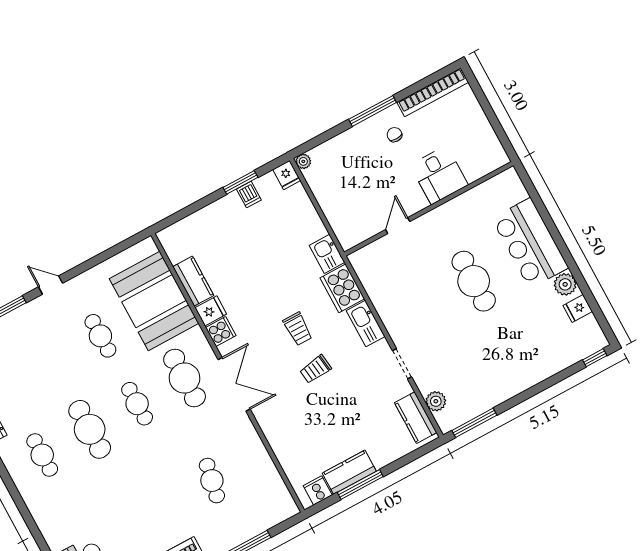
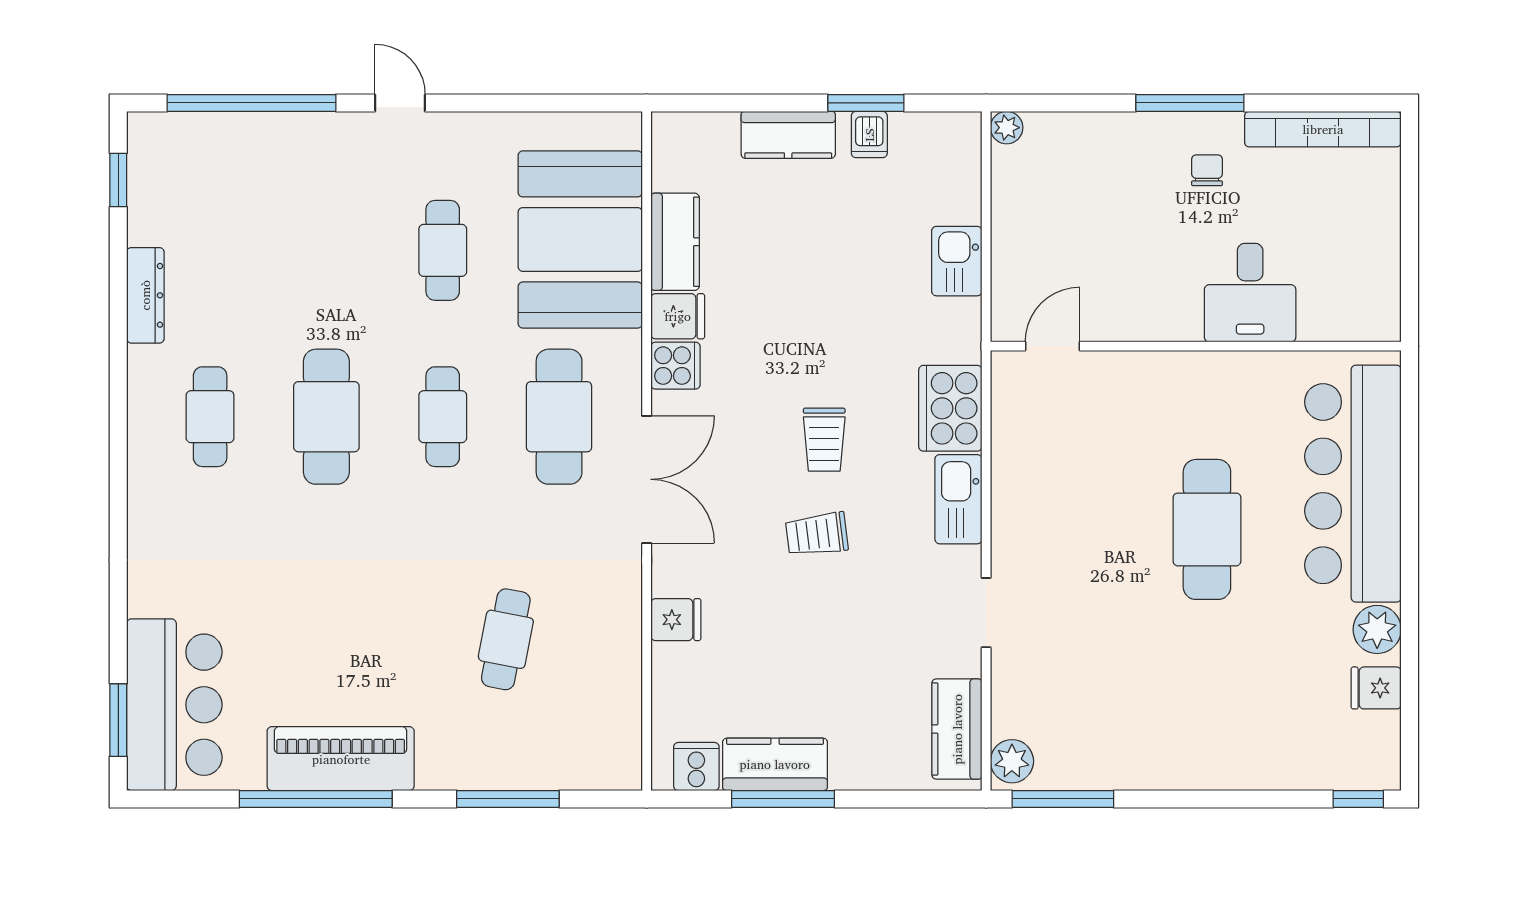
fridge: (287, 175) -> (676, 620), moved, turned -90
kitchen counter: (216, 213) -> (788, 135), added
door: (398, 226) -> (1053, 346), moved
bar counter: (530, 243) -> (1353, 484), width x1.36
kitchen sink: (327, 254) -> (957, 261), moved
plant: (436, 401) -> (1012, 761), moved

